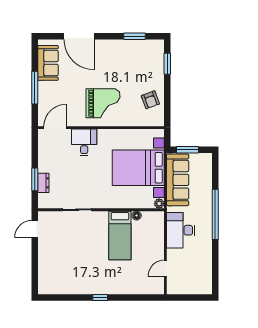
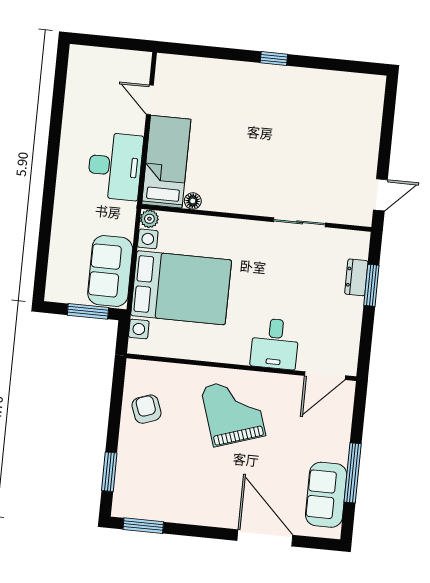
window: (135, 36) -> (143, 526), moved
window: (35, 88) -> (353, 473), moved
grand piano: (103, 103) -> (233, 412), turned 72
sofa: (178, 180) -> (110, 271), width x0.73
window: (215, 214) -> (49, 189), removed
bed: (120, 235) -> (166, 162), moved
door: (165, 268) -> (150, 100), swing flipped

